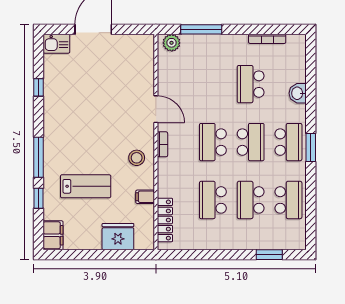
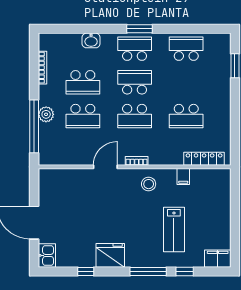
window: (201, 29) -> (34, 126), width x1.46
plant: (172, 43) -> (46, 114), moved
lab bench: (86, 186) -> (174, 229), turned 180
school desk: (251, 200) -> (83, 116), moved
fridge: (118, 237) -> (110, 255), moved, turned 90

